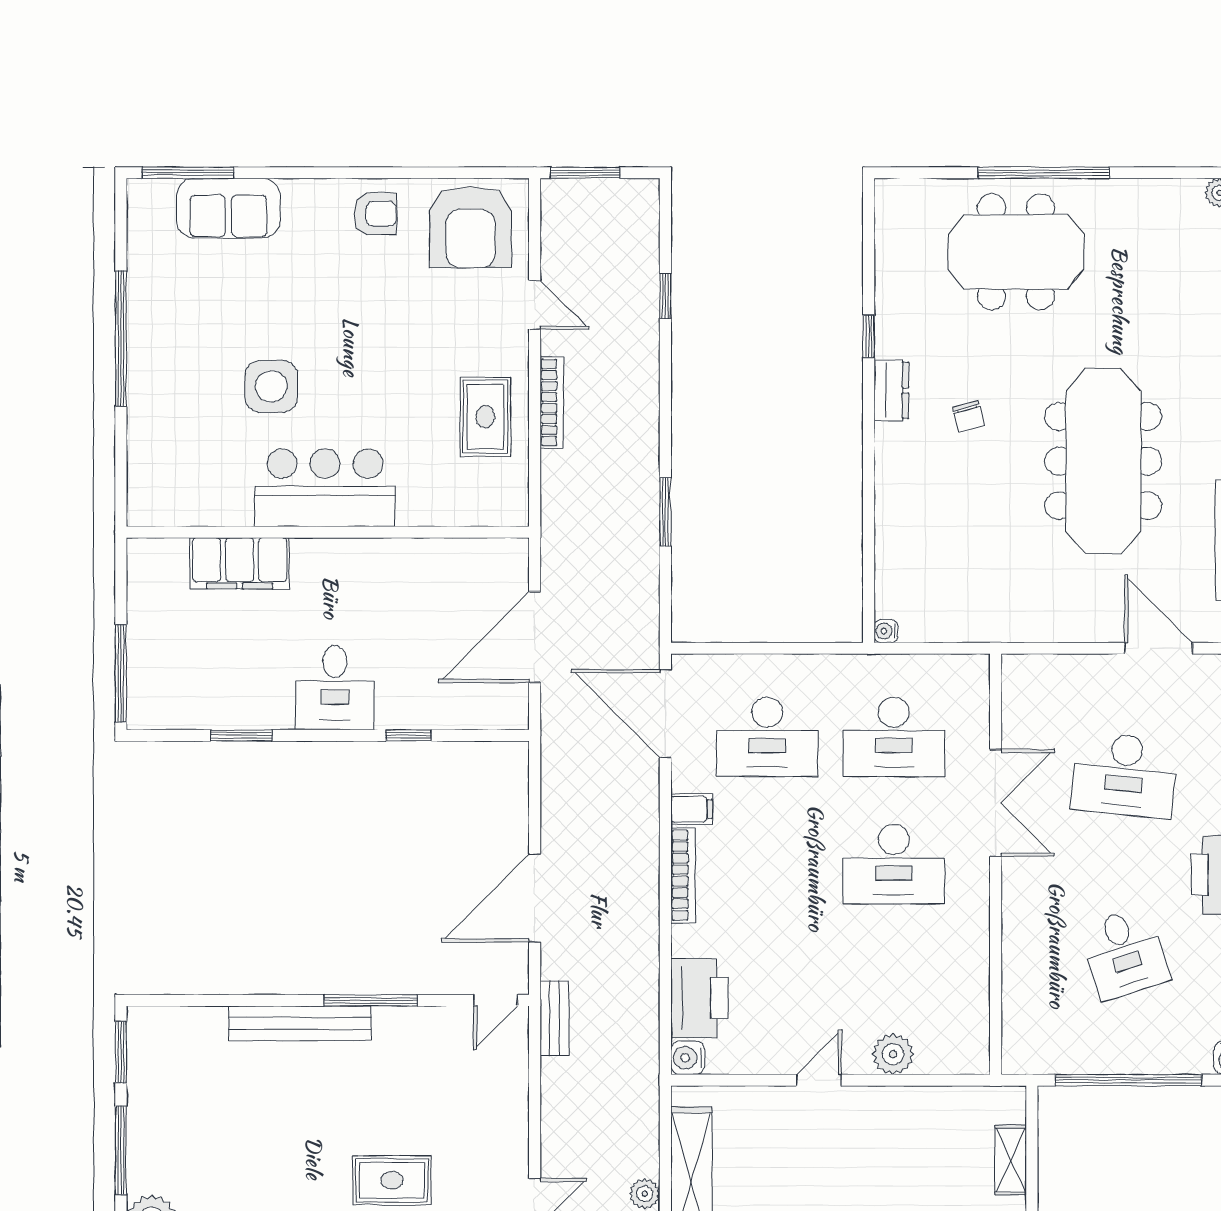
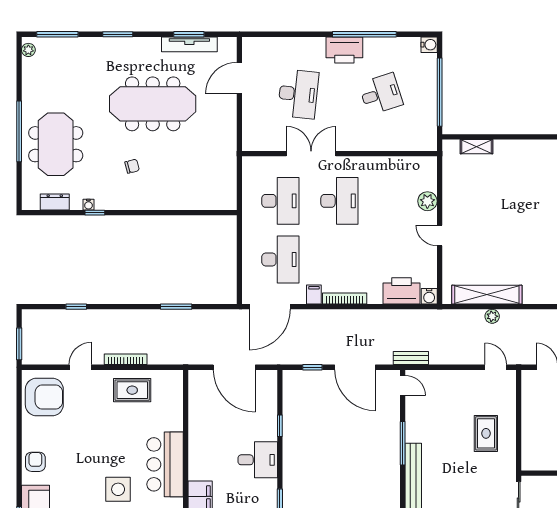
armchair: (375, 214) -> (35, 462), moved
dresser: (891, 390) -> (55, 202), moved
water cooler: (886, 631) -> (88, 205), moved
window: (535, 806) -> (312, 367), added

